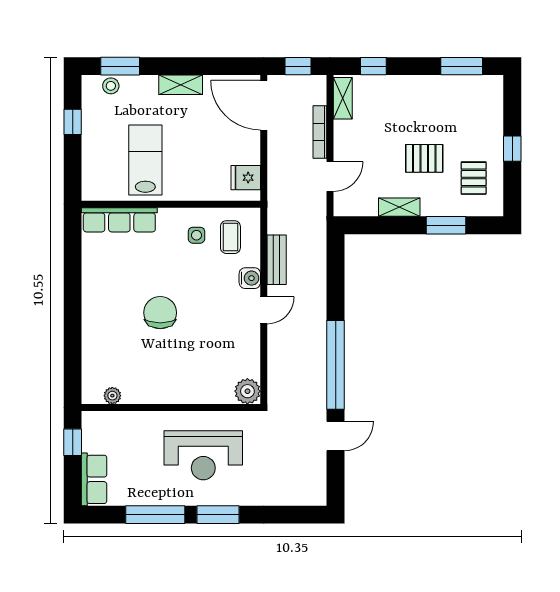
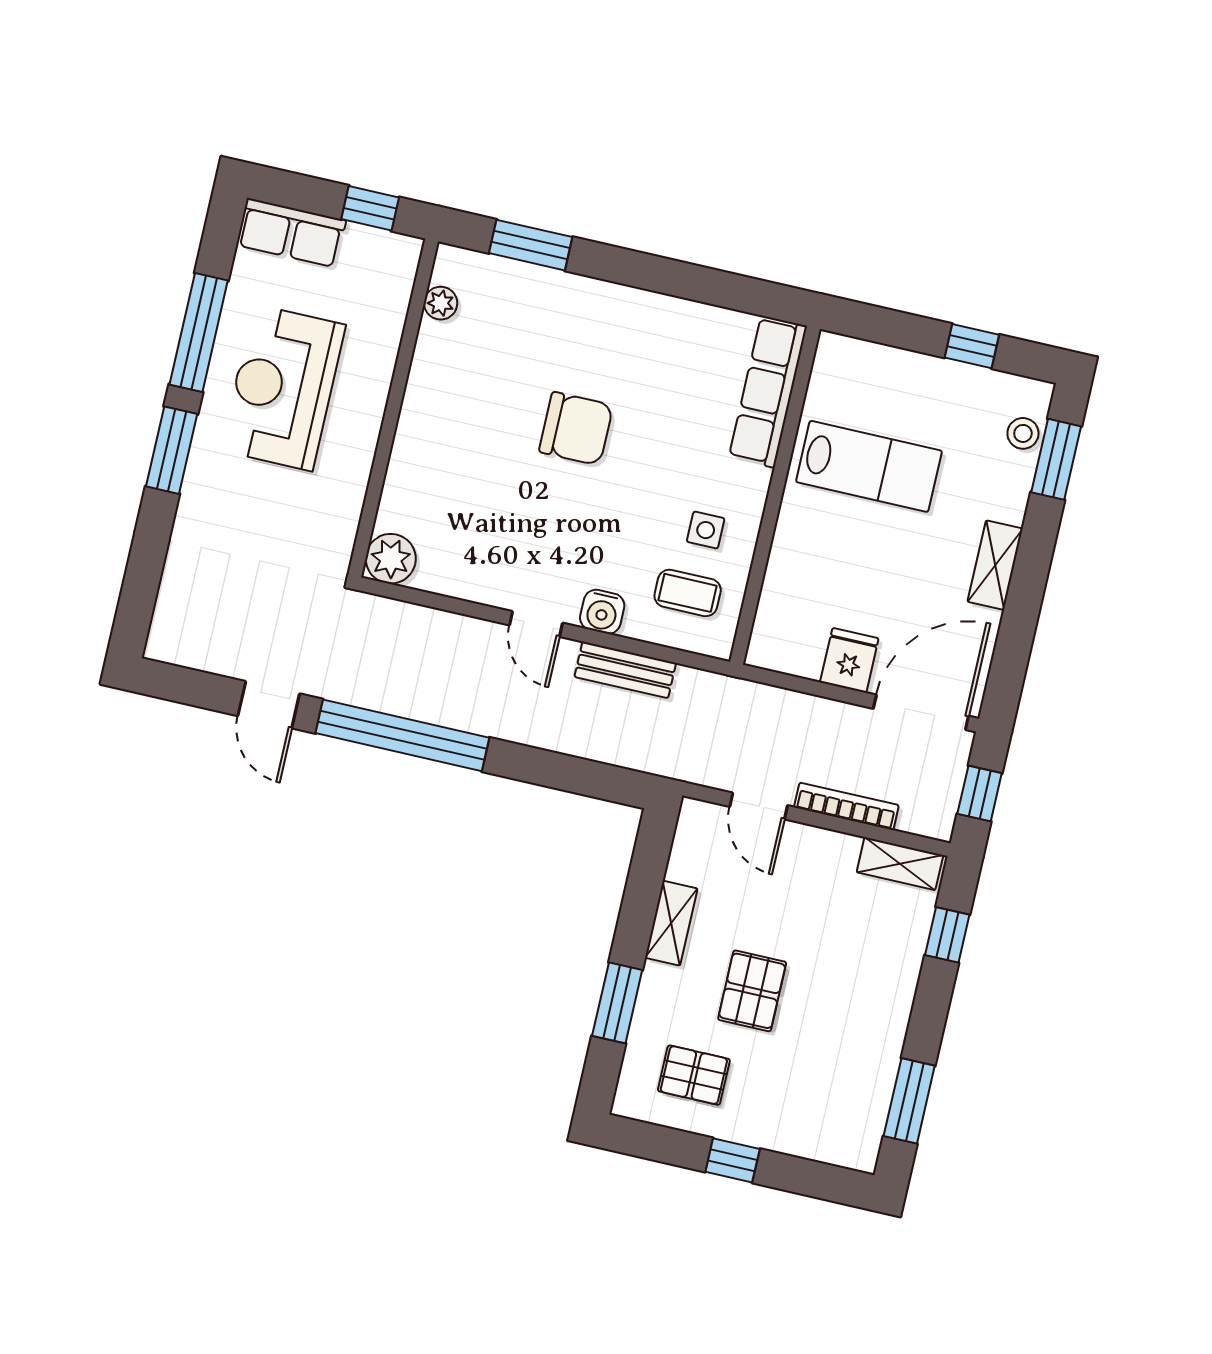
fridge: (246, 178) -> (849, 660), moved
window: (73, 357) -> (531, 245), added
reception desk: (203, 455) -> (283, 388), moved

